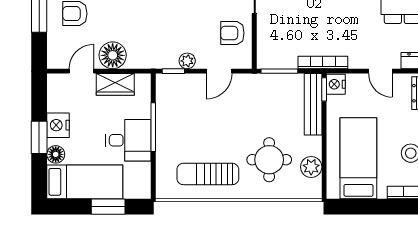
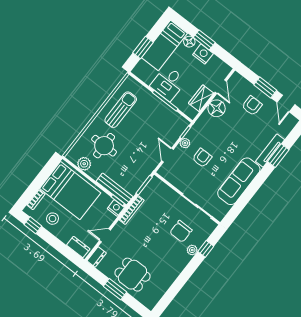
armchair: (232, 33) -> (202, 158), moved
bed: (358, 158) -> (70, 191), width x1.50

